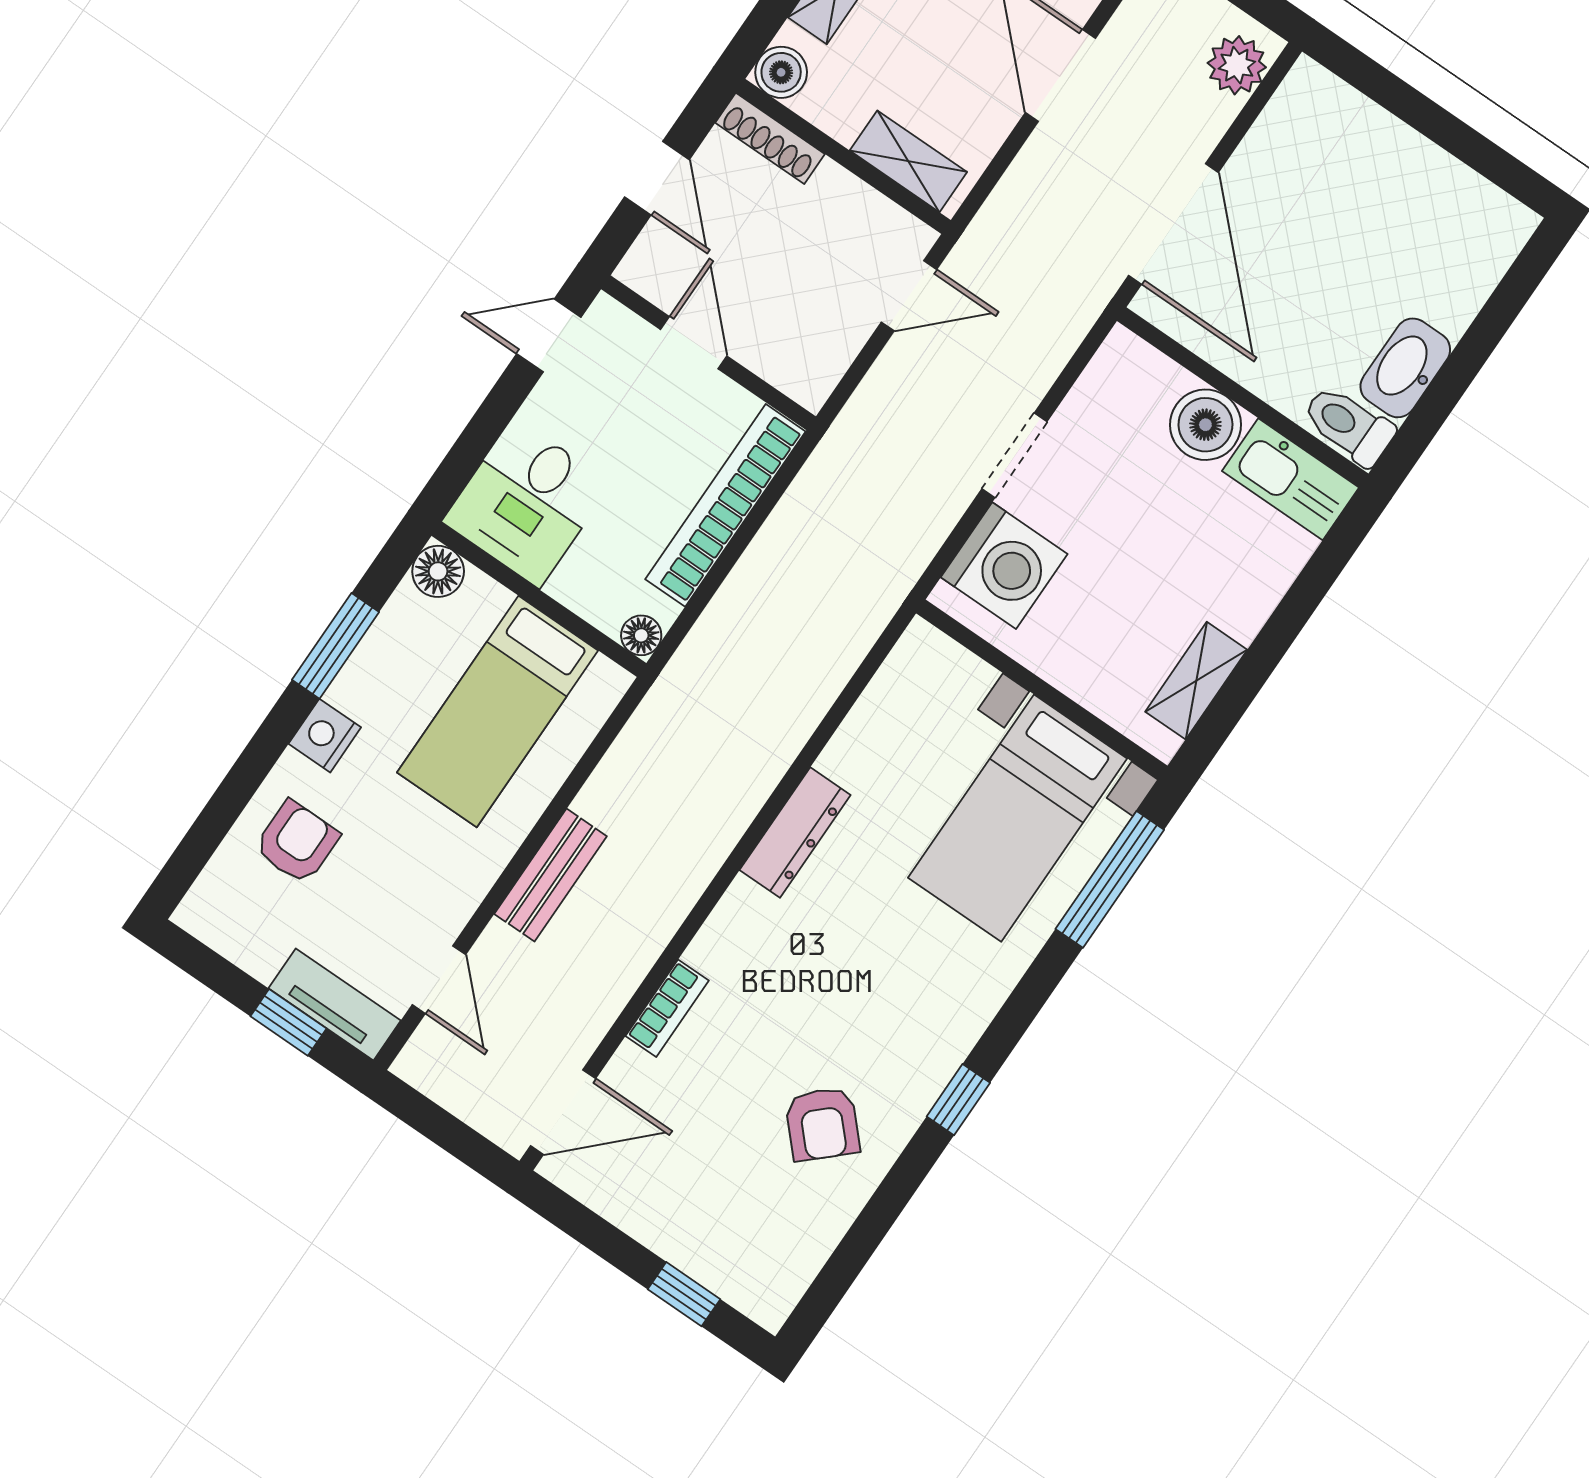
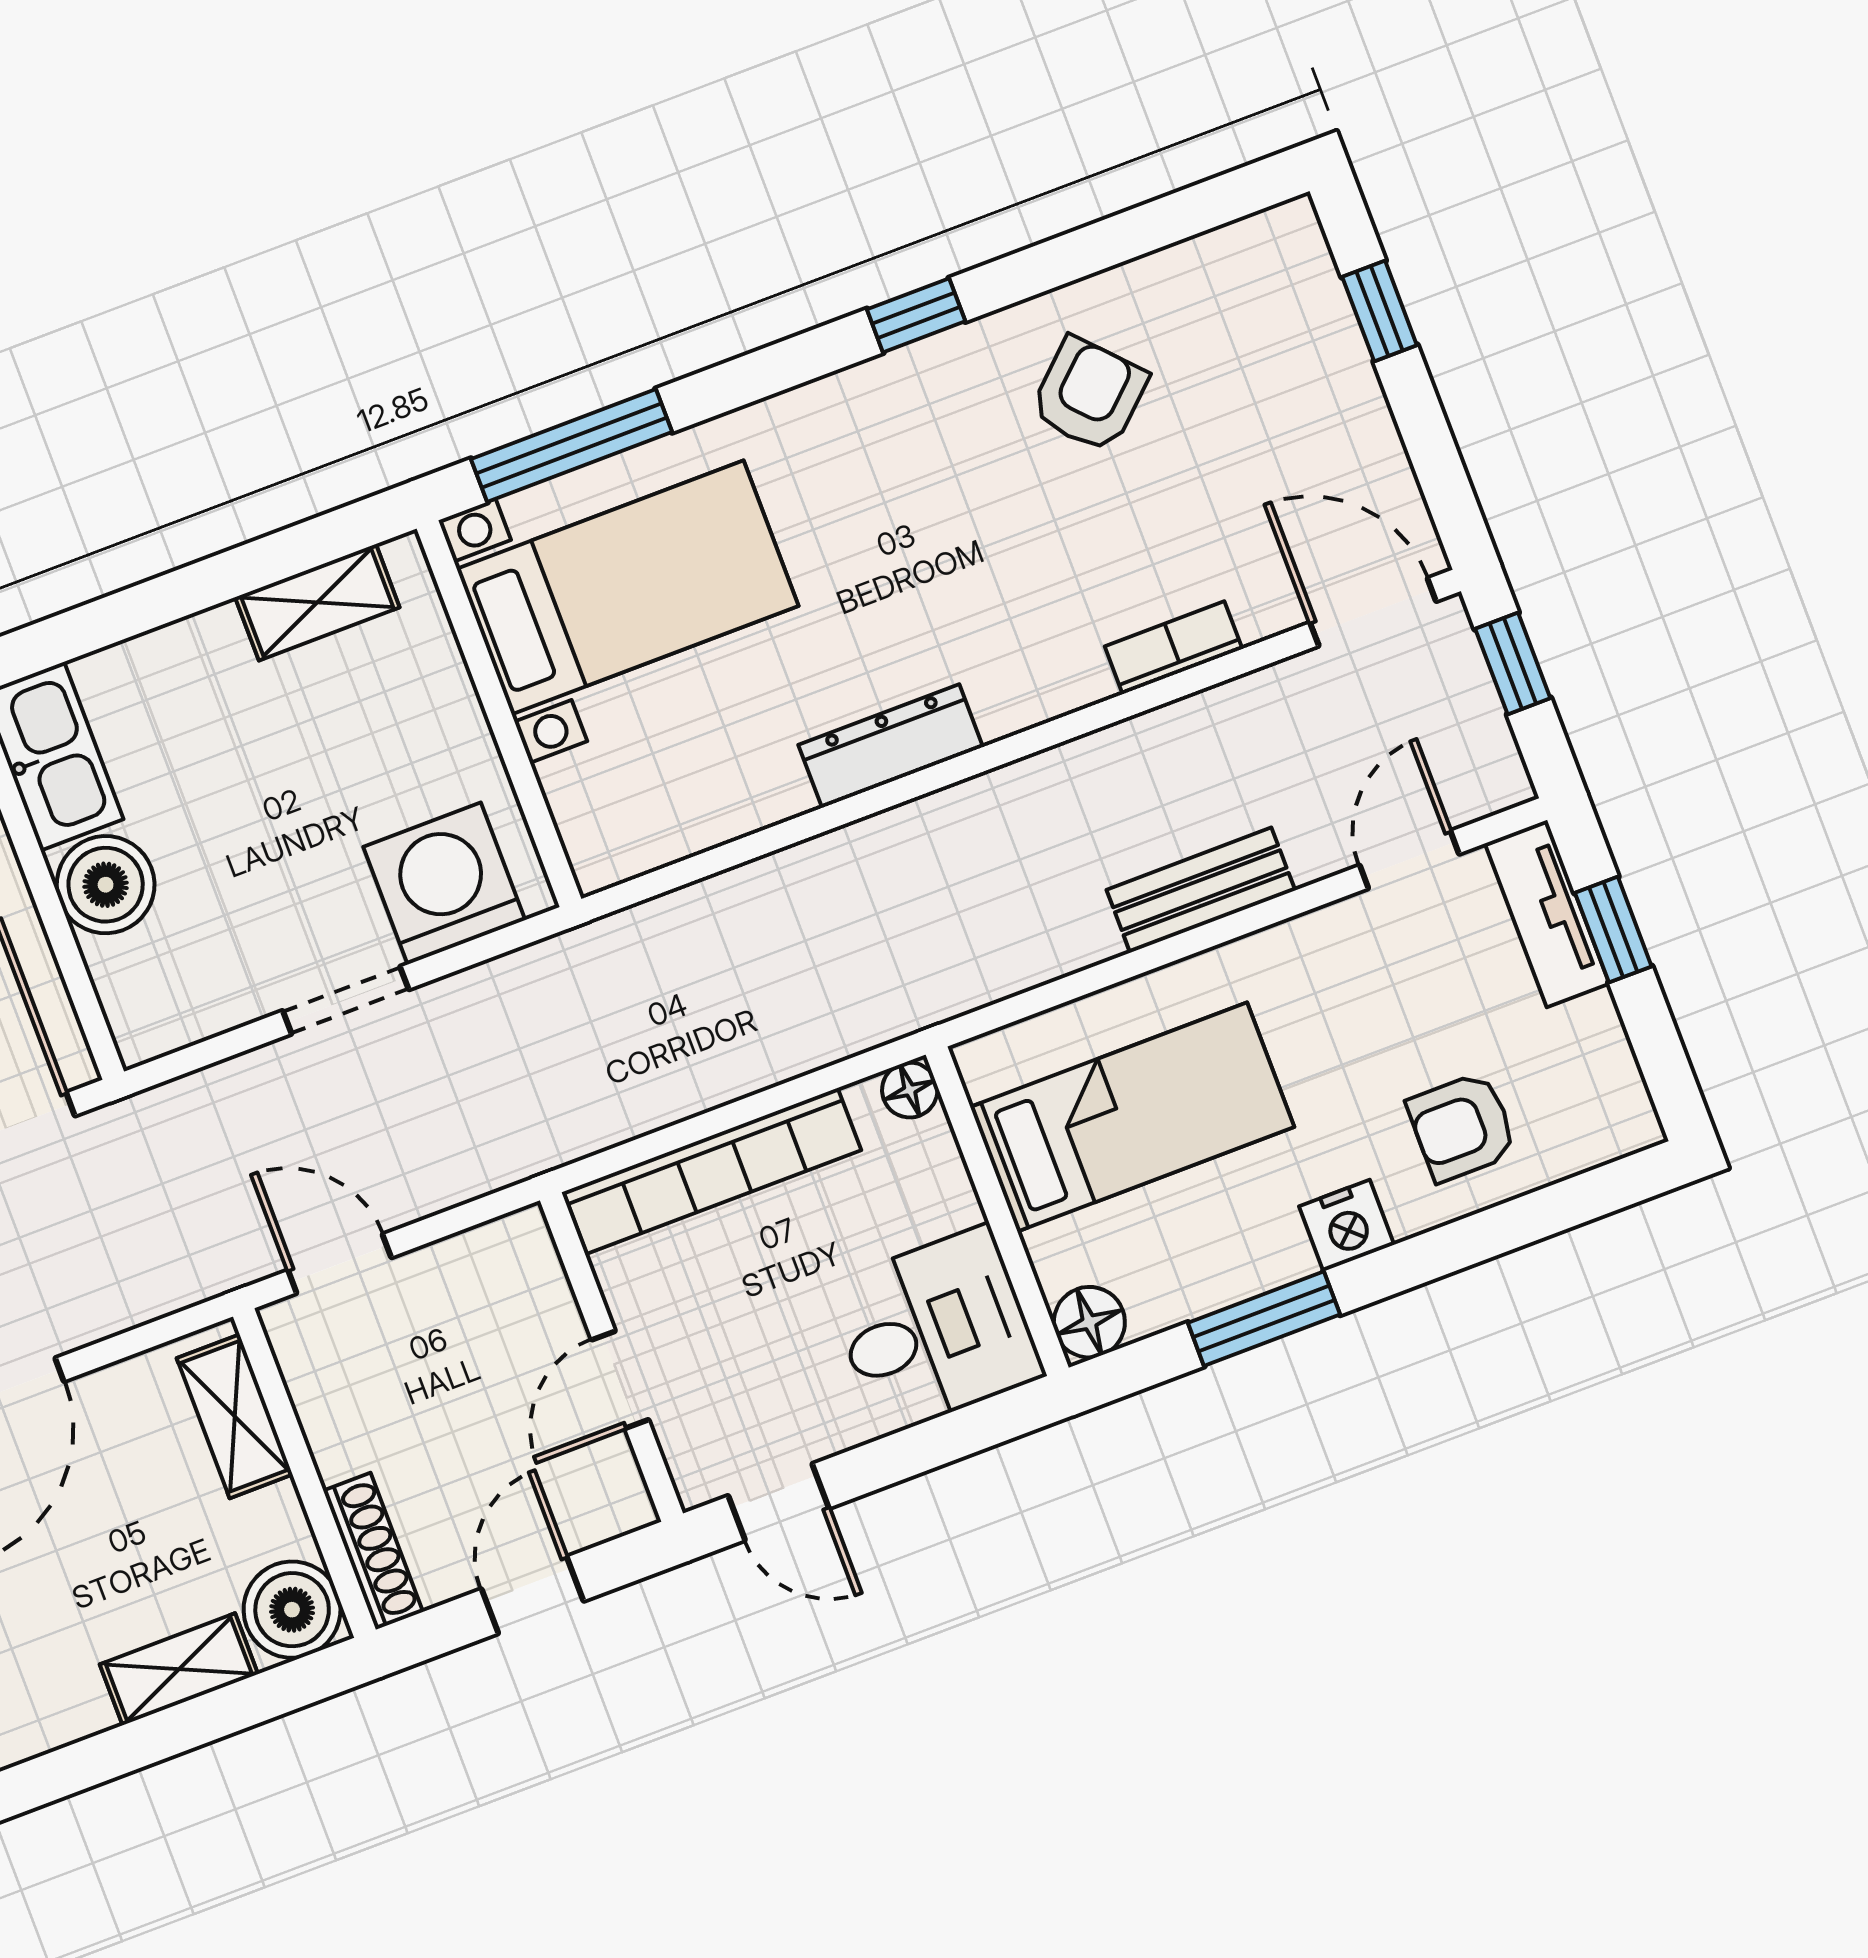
boiler: (781, 72) -> (292, 1610), width x1.36, depth x1.36
window: (459, 1139) -> (1513, 664), added

